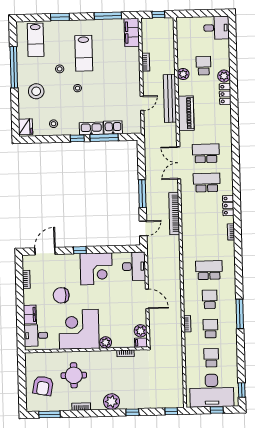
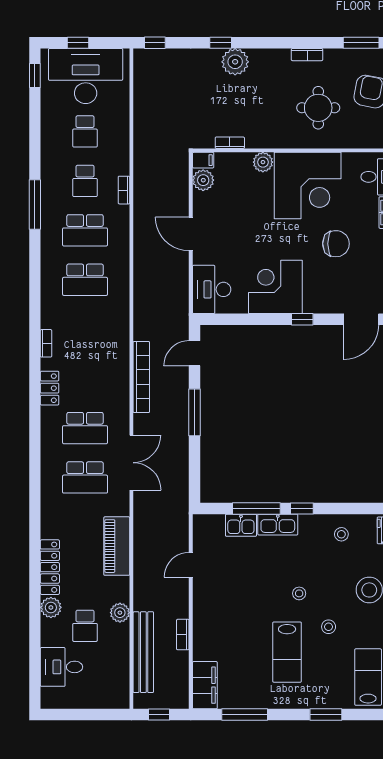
desk: (216, 28) -> (62, 667), moved
lab bench: (84, 53) -> (287, 652), turned 180
locker: (225, 94) -> (50, 567), width x1.53
bench: (170, 98) -> (143, 652), moved
school desk: (210, 299) -> (85, 230), width x1.85
plant: (112, 402) -> (235, 62), moved

